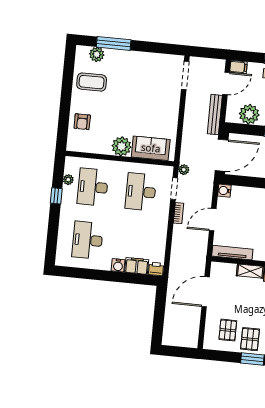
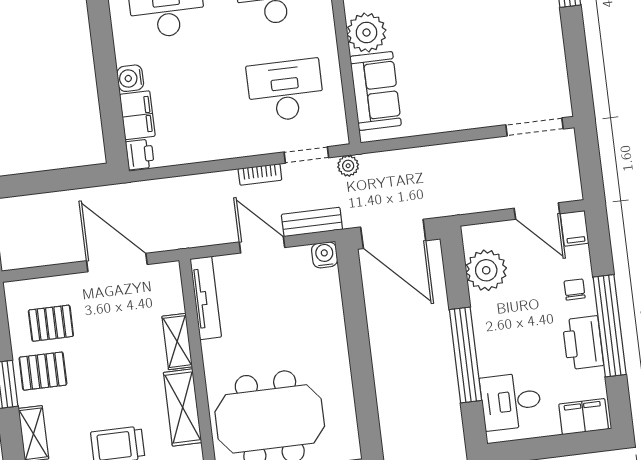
bench: (215, 115) -> (312, 222), moved, width x0.73

